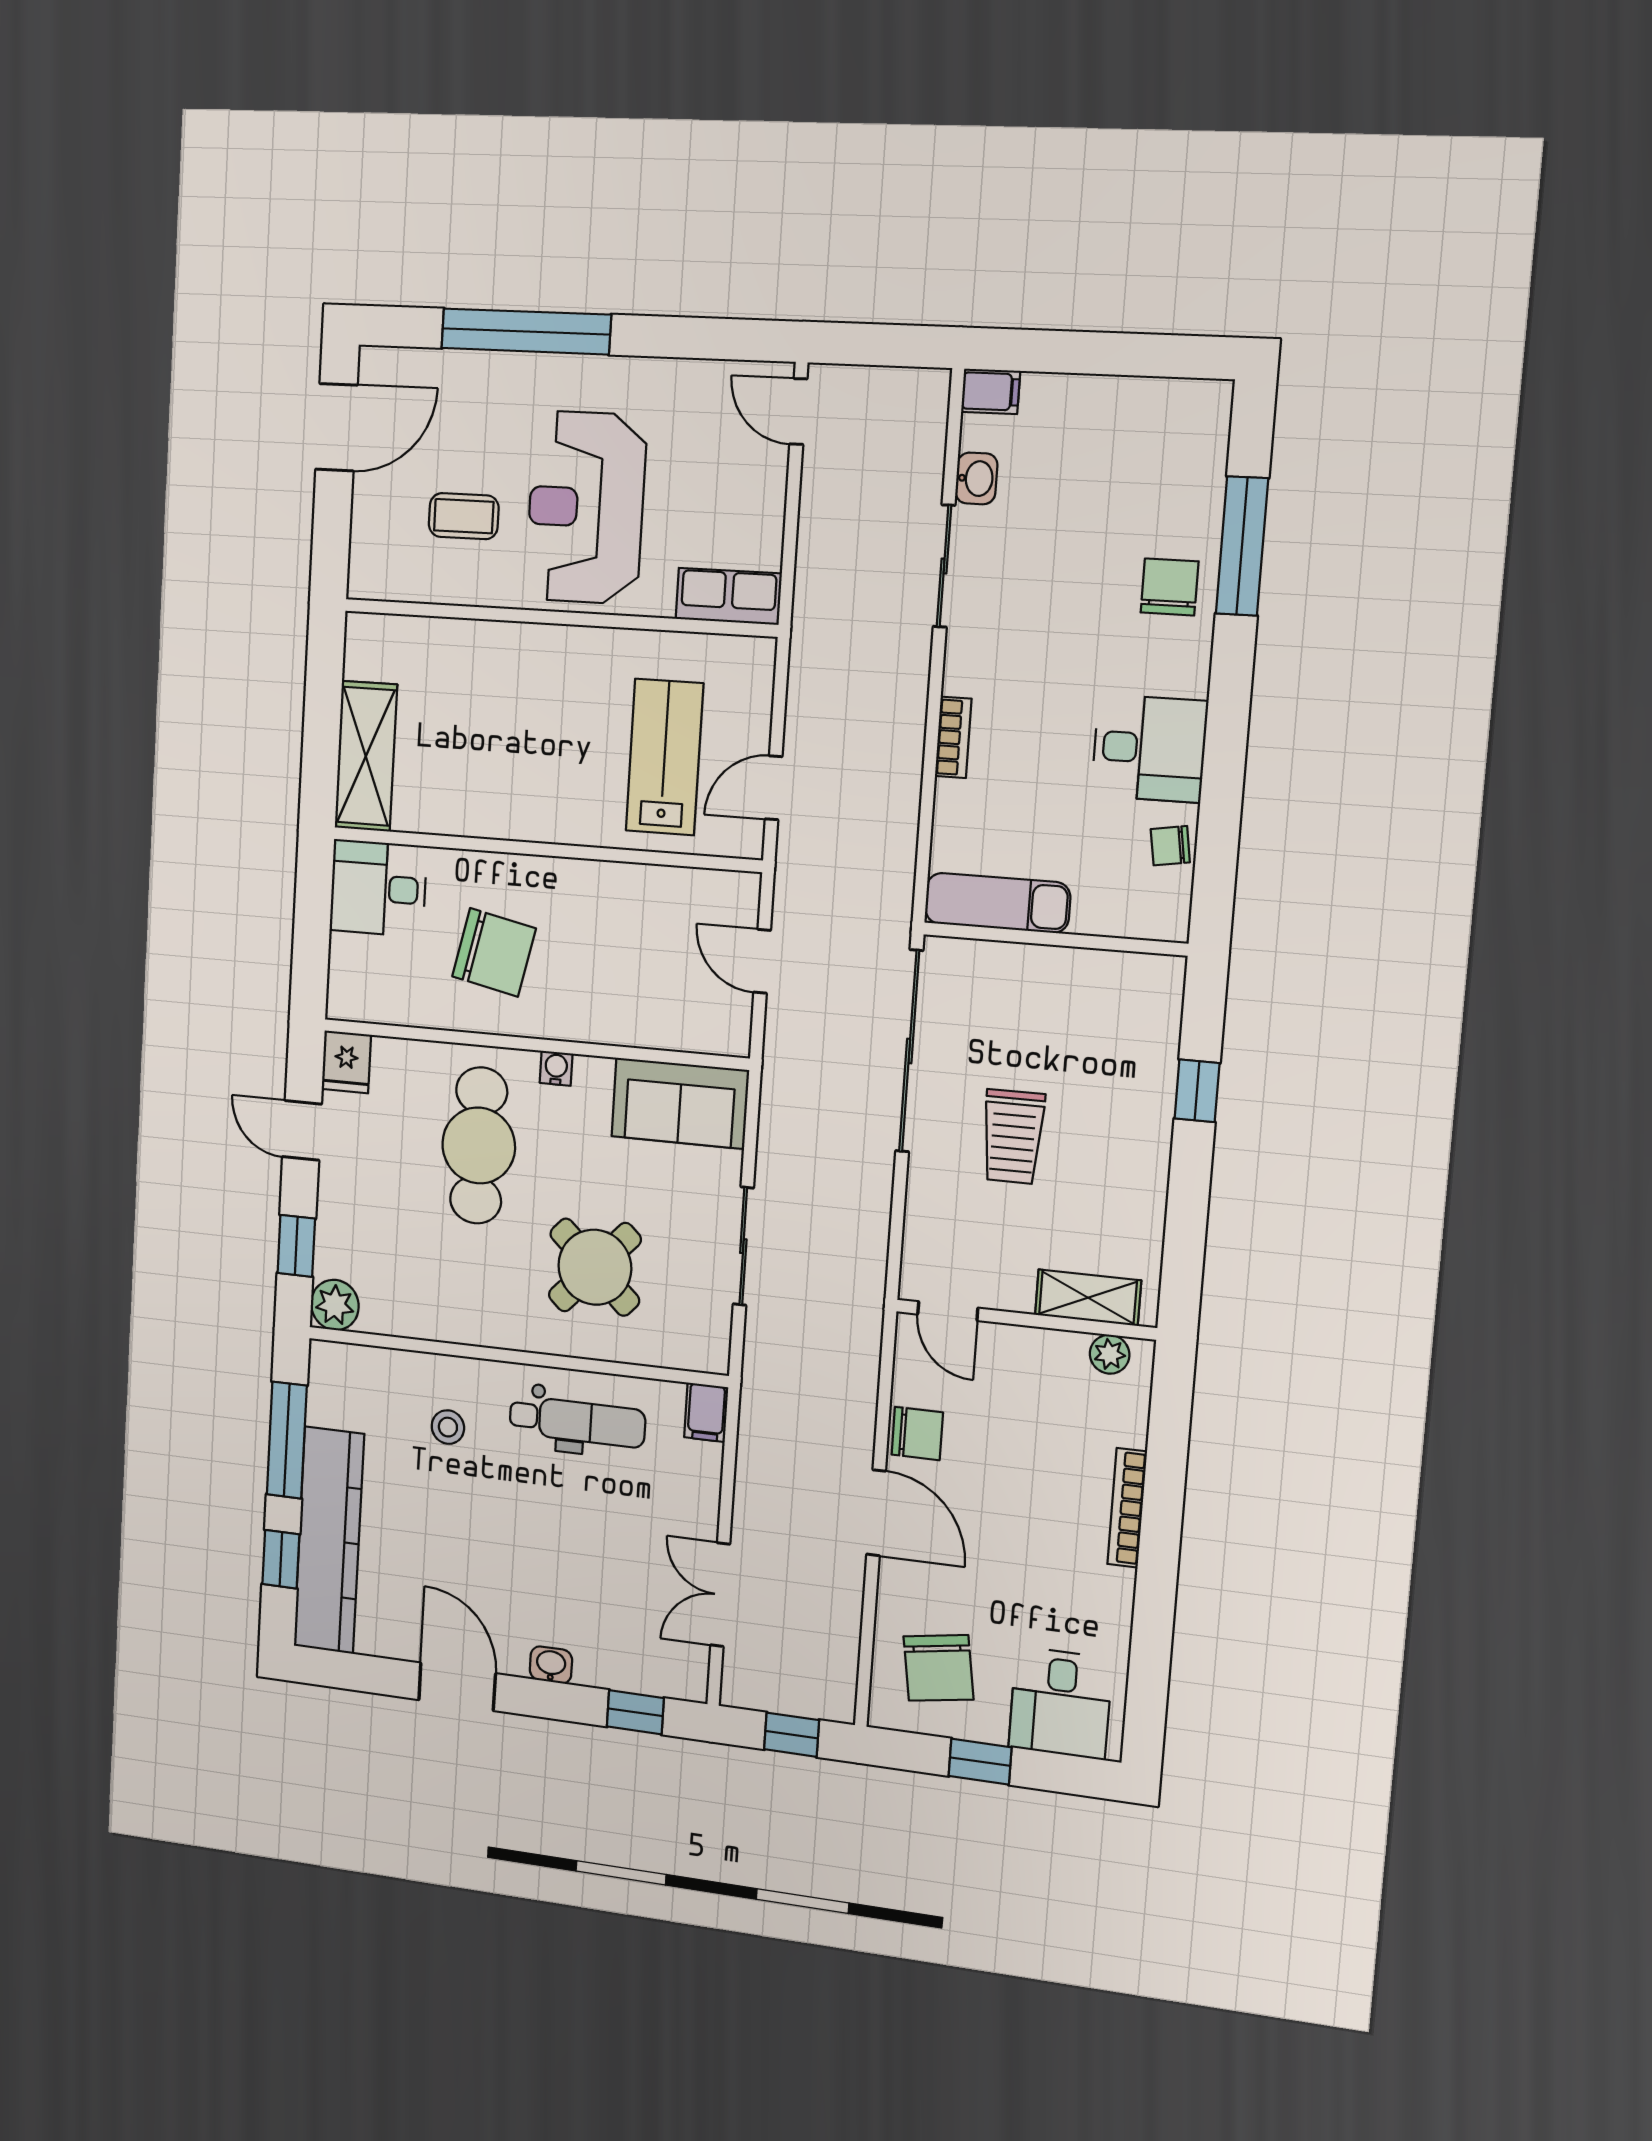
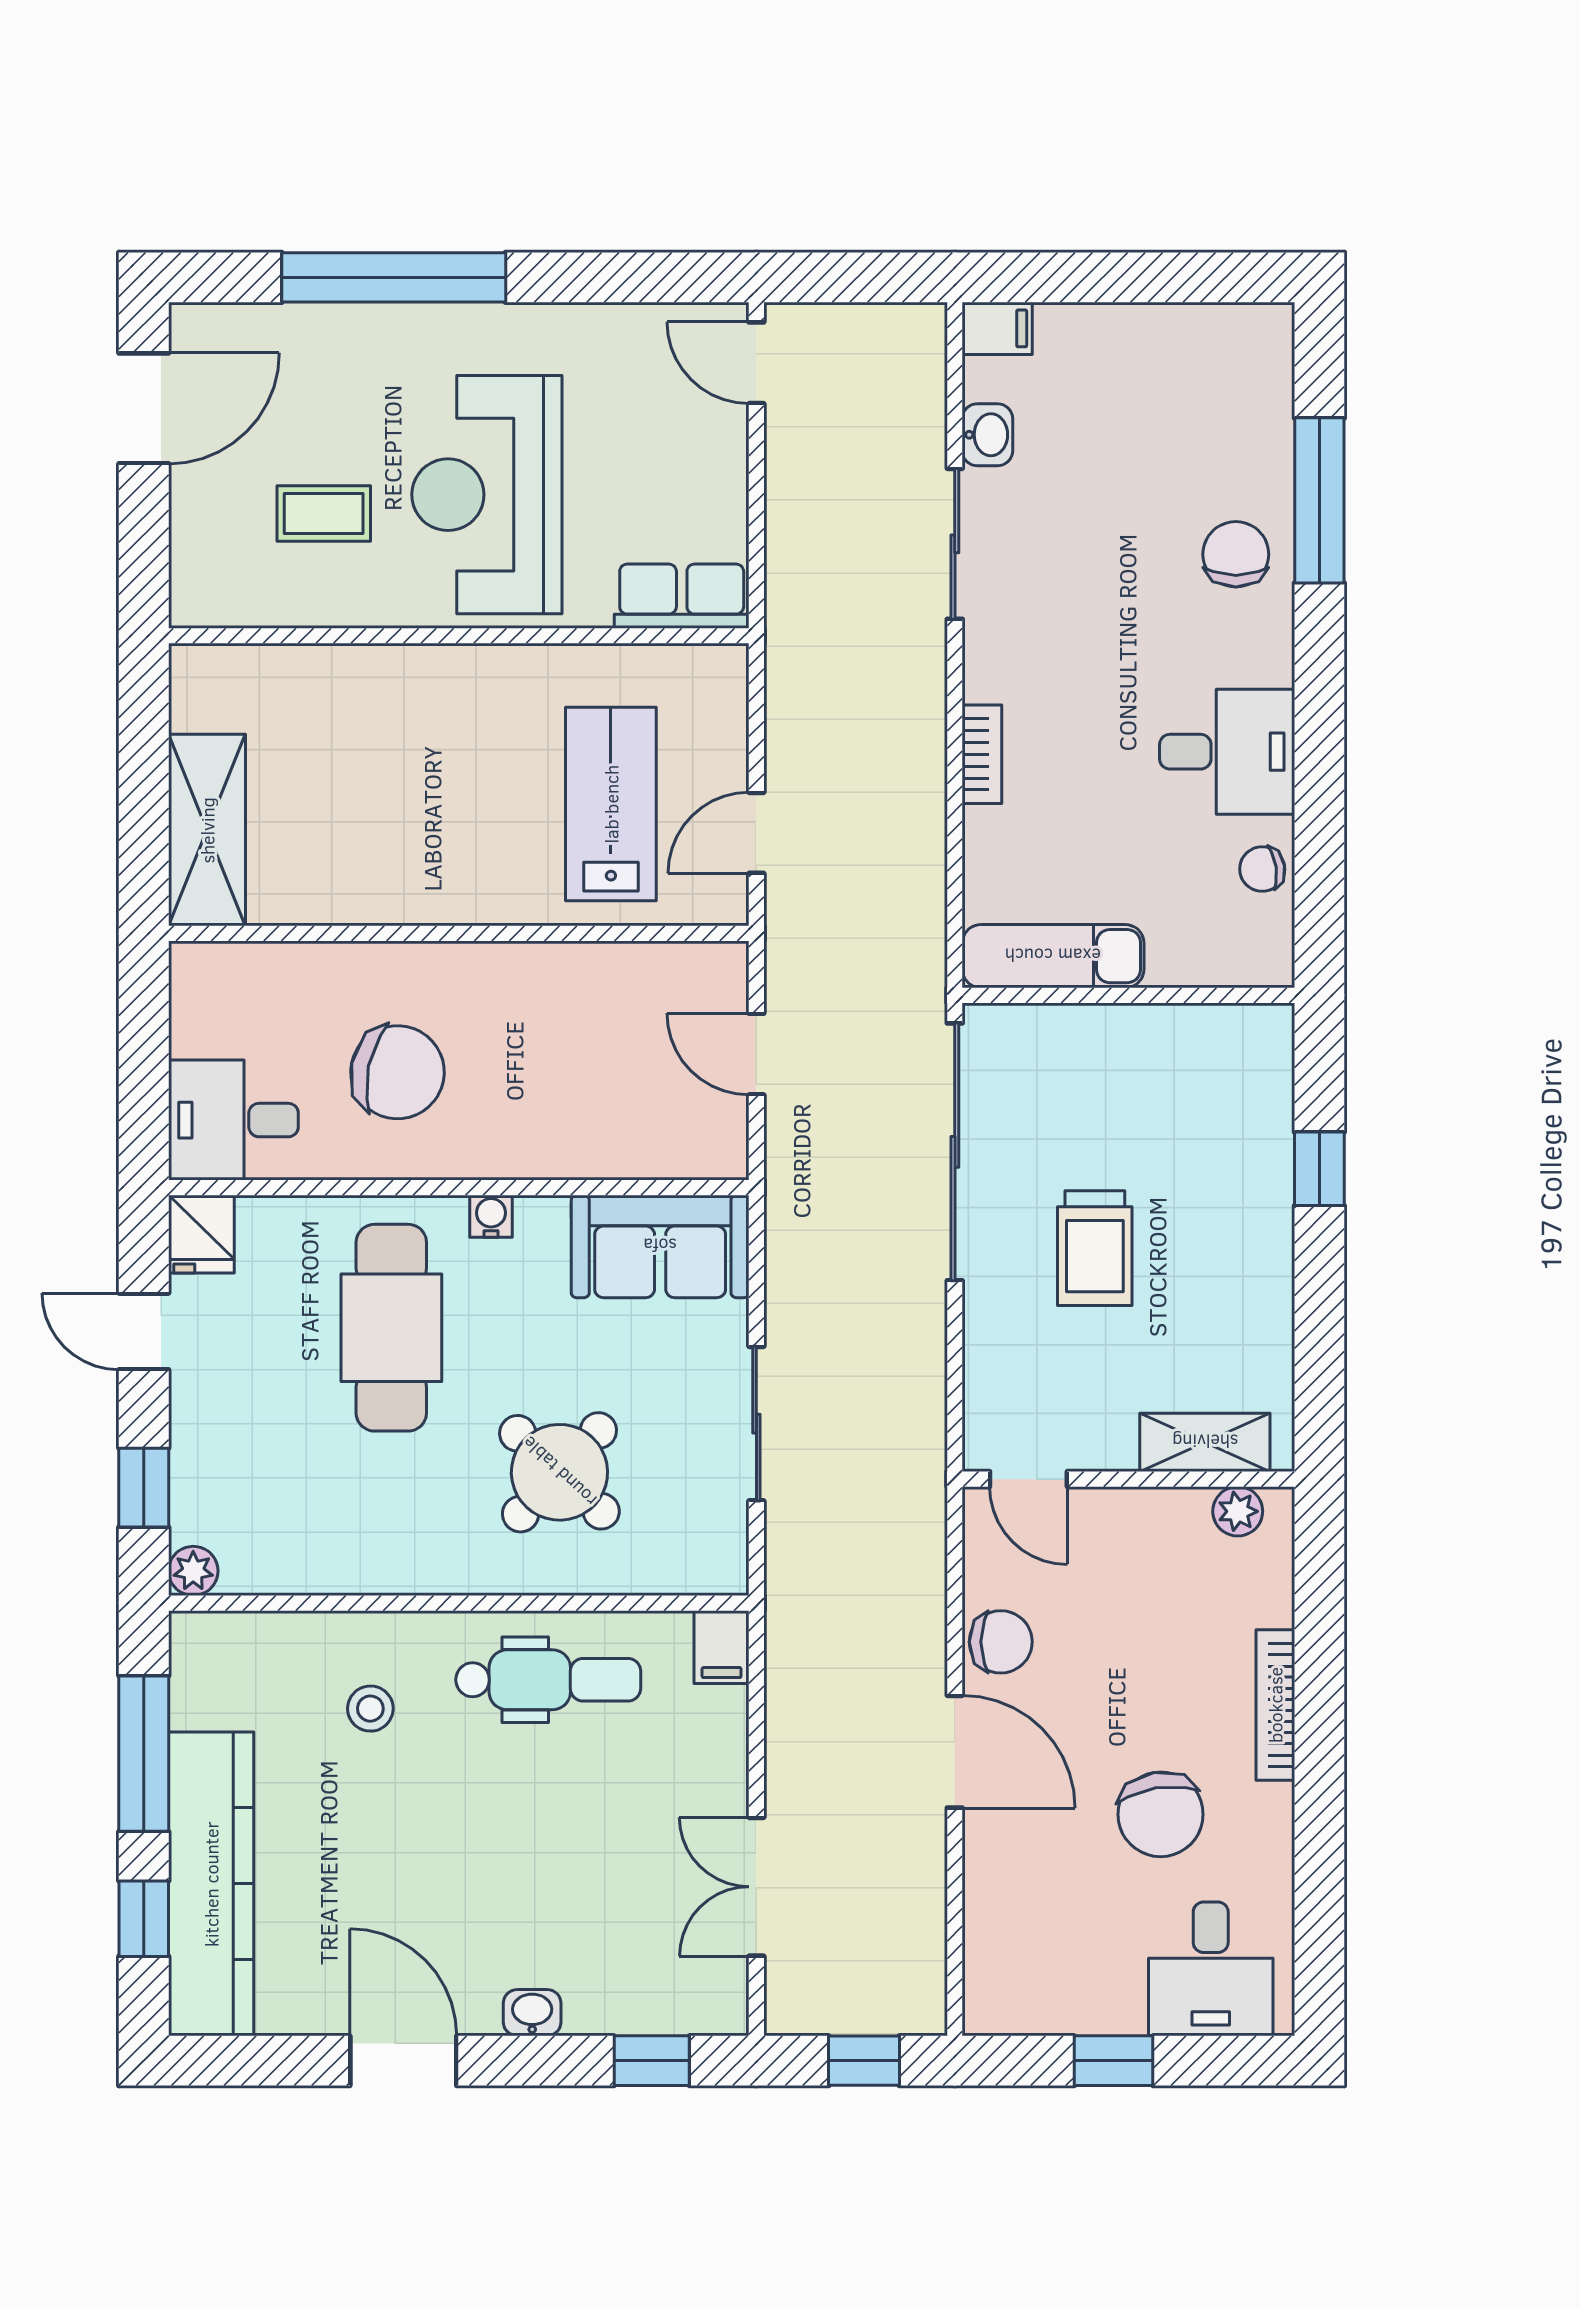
desk: (378, 888) -> (233, 1120), moved
plant: (335, 1305) -> (193, 1571), width x0.73, depth x0.73
chair: (939, 1668) -> (1161, 1814), moved

